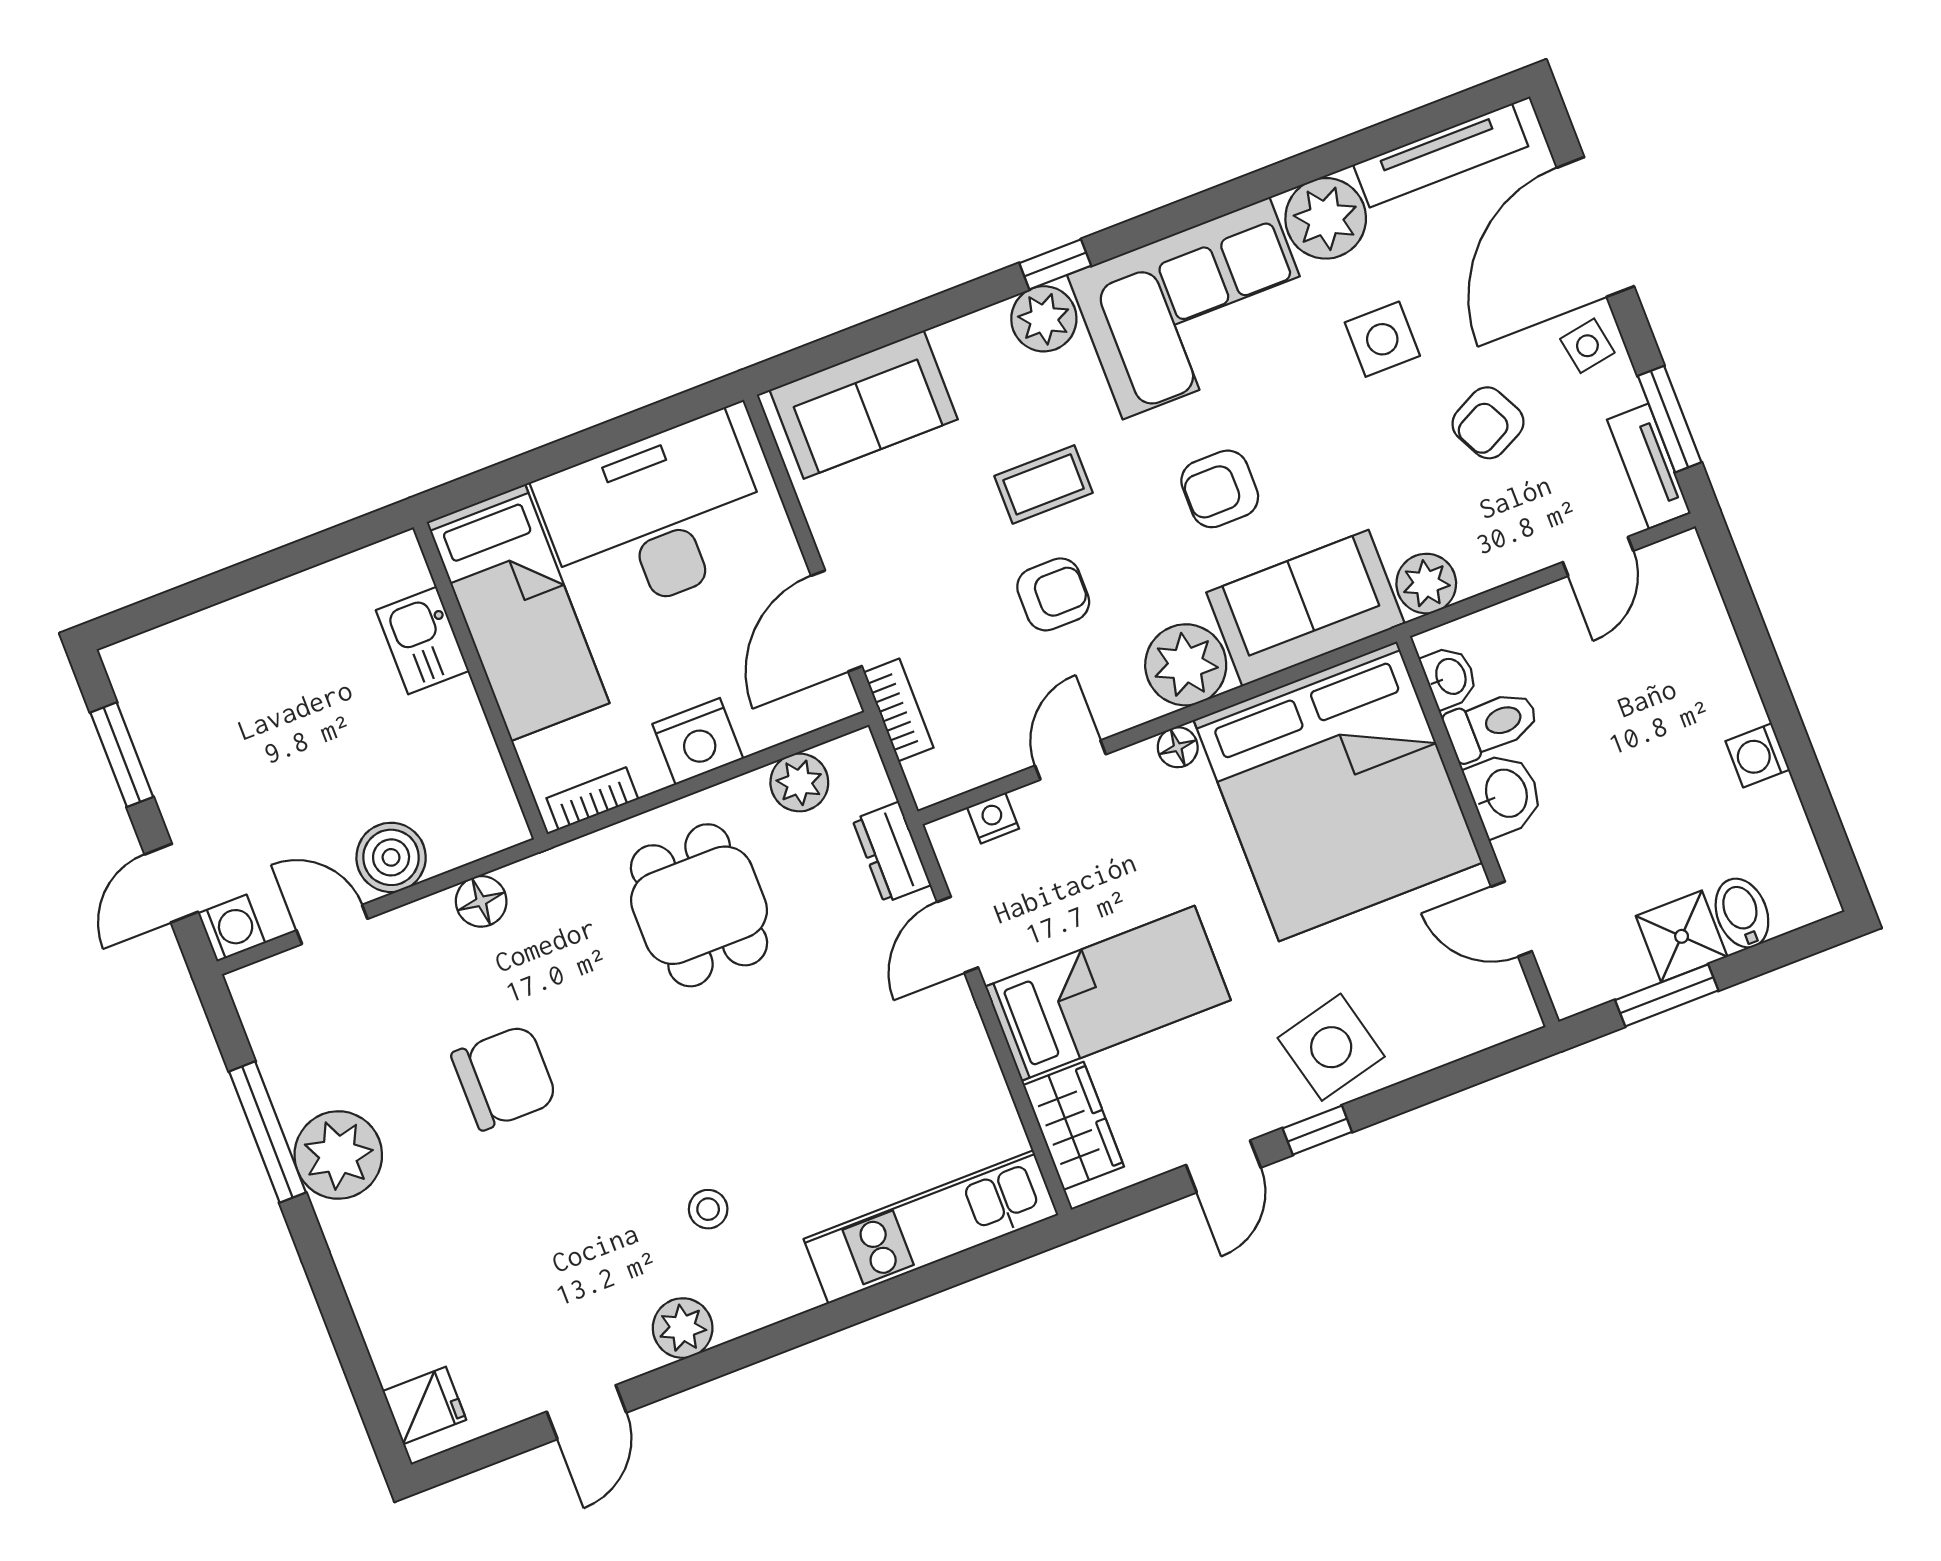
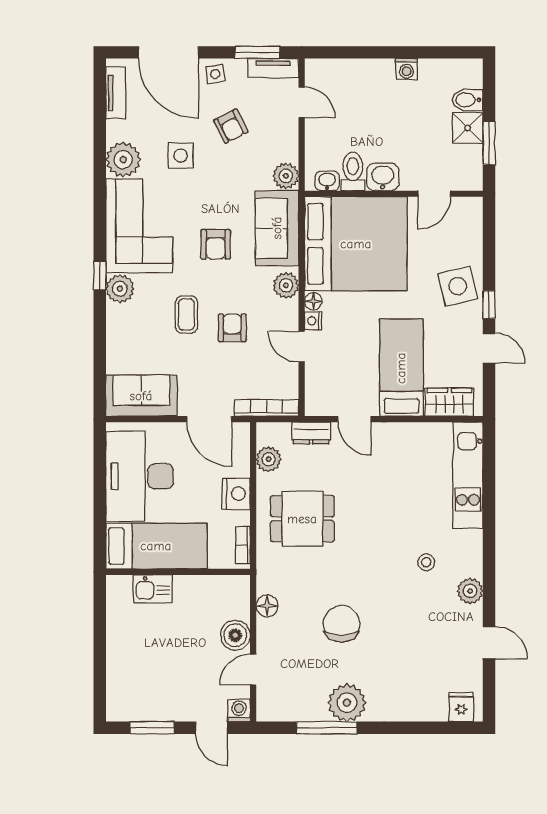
tv unit: (1441, 155) -> (116, 93), width x0.71
sofa: (864, 405) -> (141, 396), moved, turned -90
plant: (1186, 665) -> (286, 285), width x0.73, depth x0.73
bookcase: (899, 710) -> (266, 408), width x1.56
nightstand: (993, 818) -> (313, 321), moved

